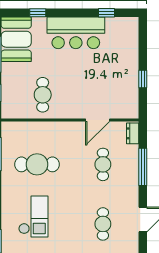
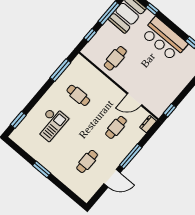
window: (143, 79) -> (170, 110), moved
cafe table: (37, 164) -> (78, 95), width x0.73, depth x0.74
window: (143, 167) -> (131, 156), moved

